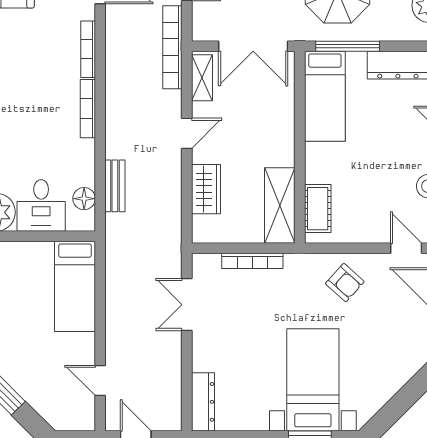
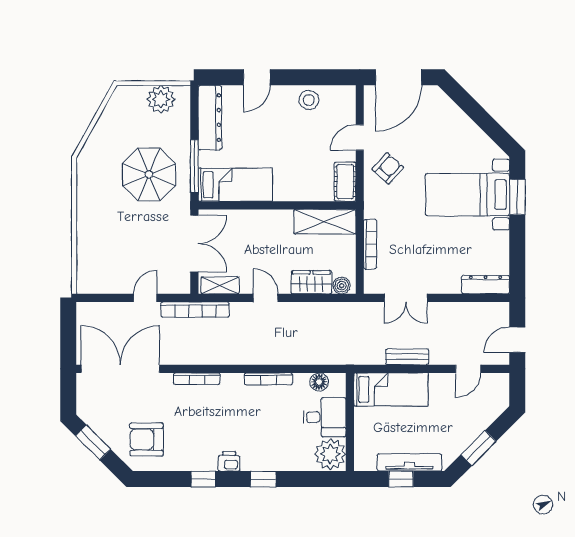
bookcase: (88, 109) -> (268, 379), moved
bench: (115, 186) -> (407, 357), moved
cot: (318, 209) -> (345, 182), moved, turned 90
boiler: (202, 226) -> (342, 286), added
door: (406, 248) -> (360, 138), moved

